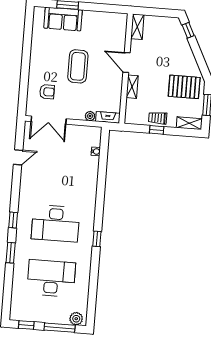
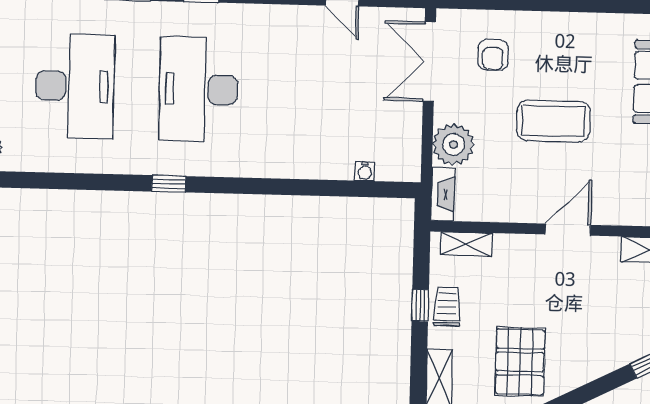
shelving: (132, 87) -> (466, 244), moved
plant: (90, 116) -> (454, 145), width x1.87, depth x1.87

